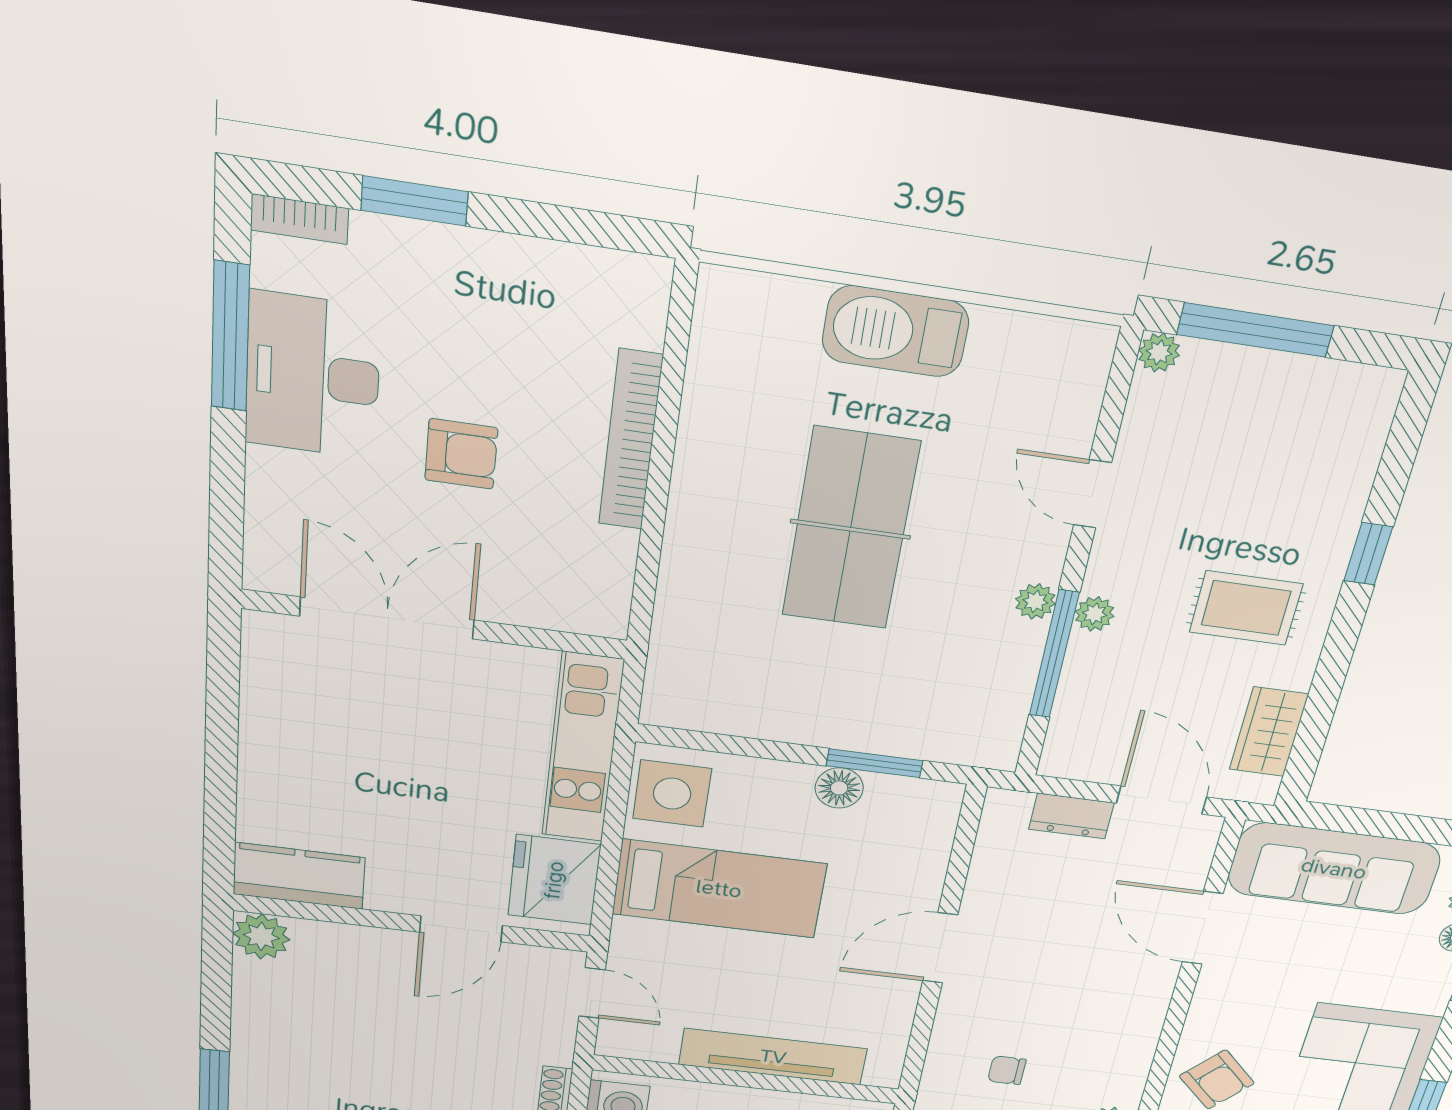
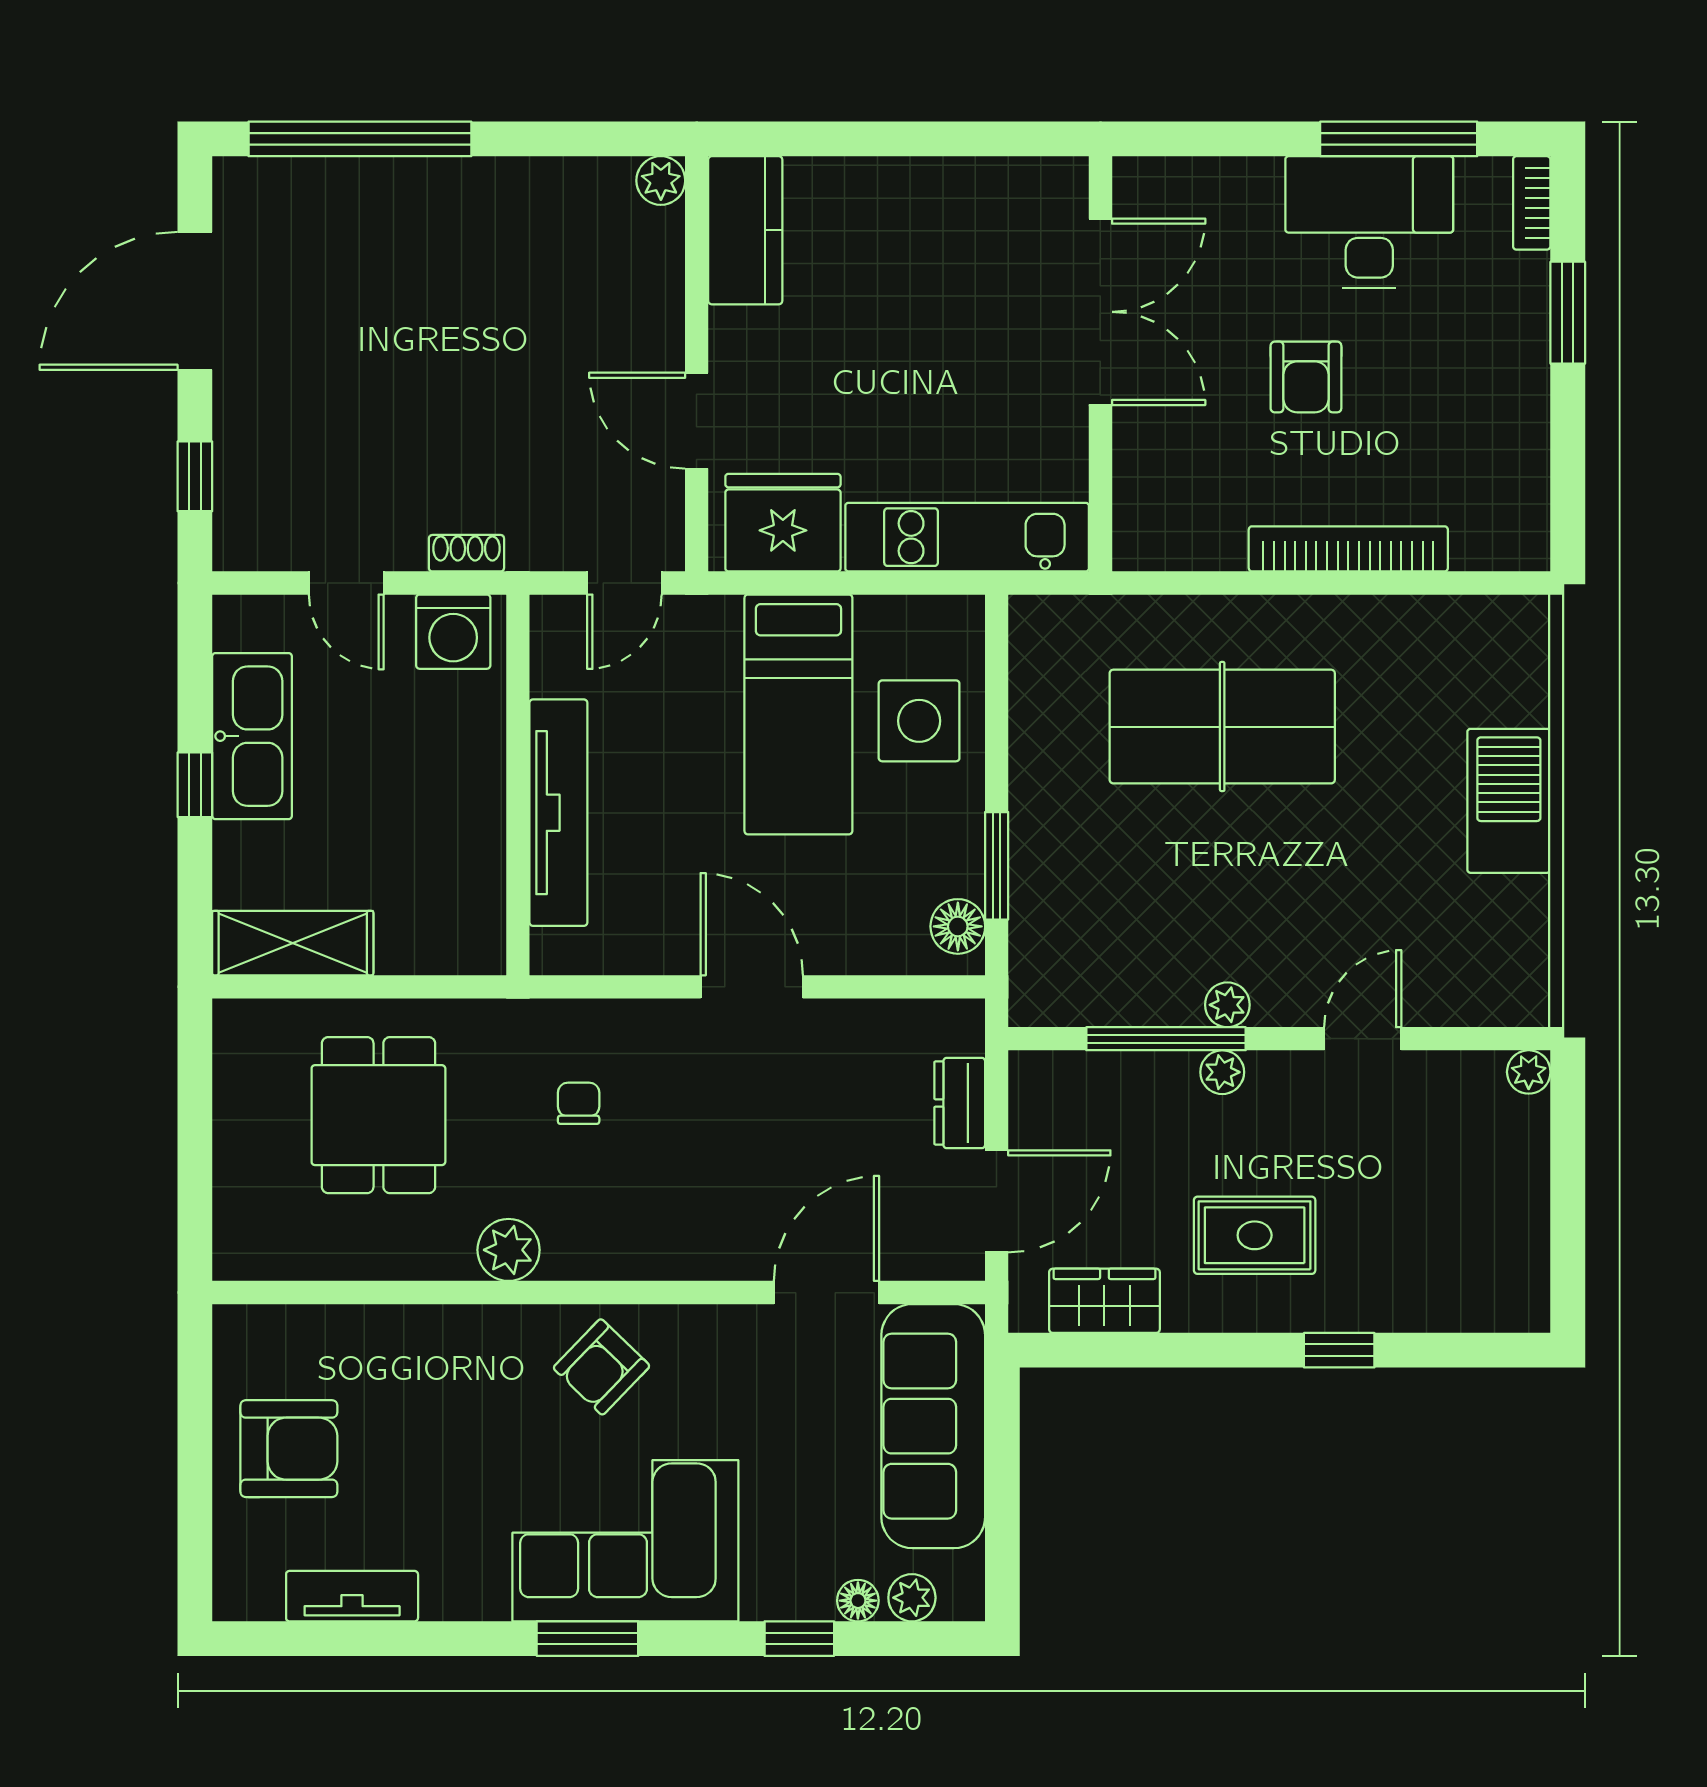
window: (1255, 330) -> (1568, 1164), removed
table tennis table: (850, 529) -> (1222, 727), moved
rug: (1246, 608) -> (1255, 1235), turned 90
floor lamp: (839, 788) -> (958, 926), moved
side table: (672, 794) -> (919, 721), moved
plant: (261, 936) -> (661, 181), width x0.73, depth x0.73

